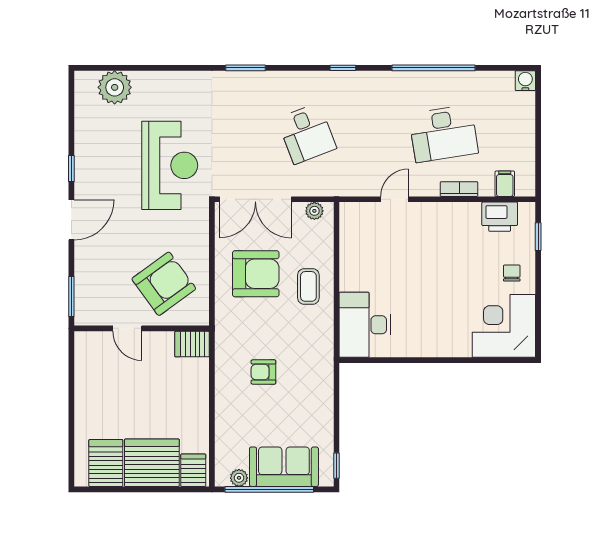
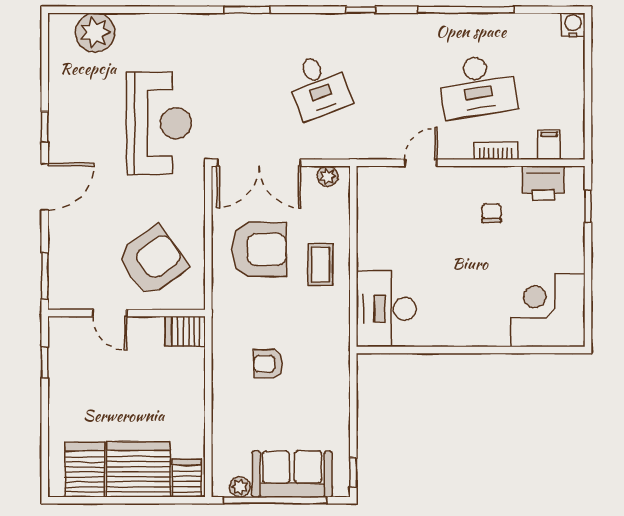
chair: (512, 273) -> (492, 213), moved
window: (71, 371) -> (45, 362), added

